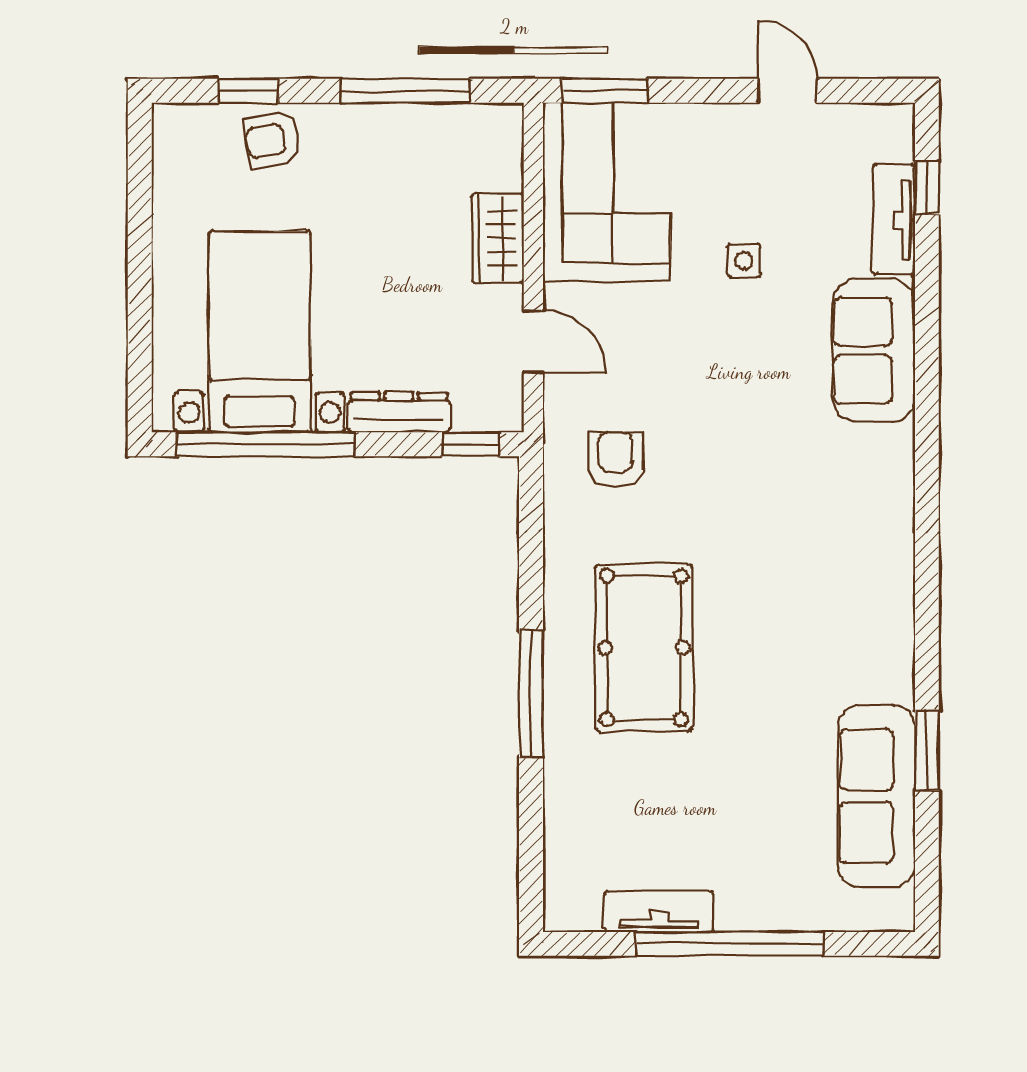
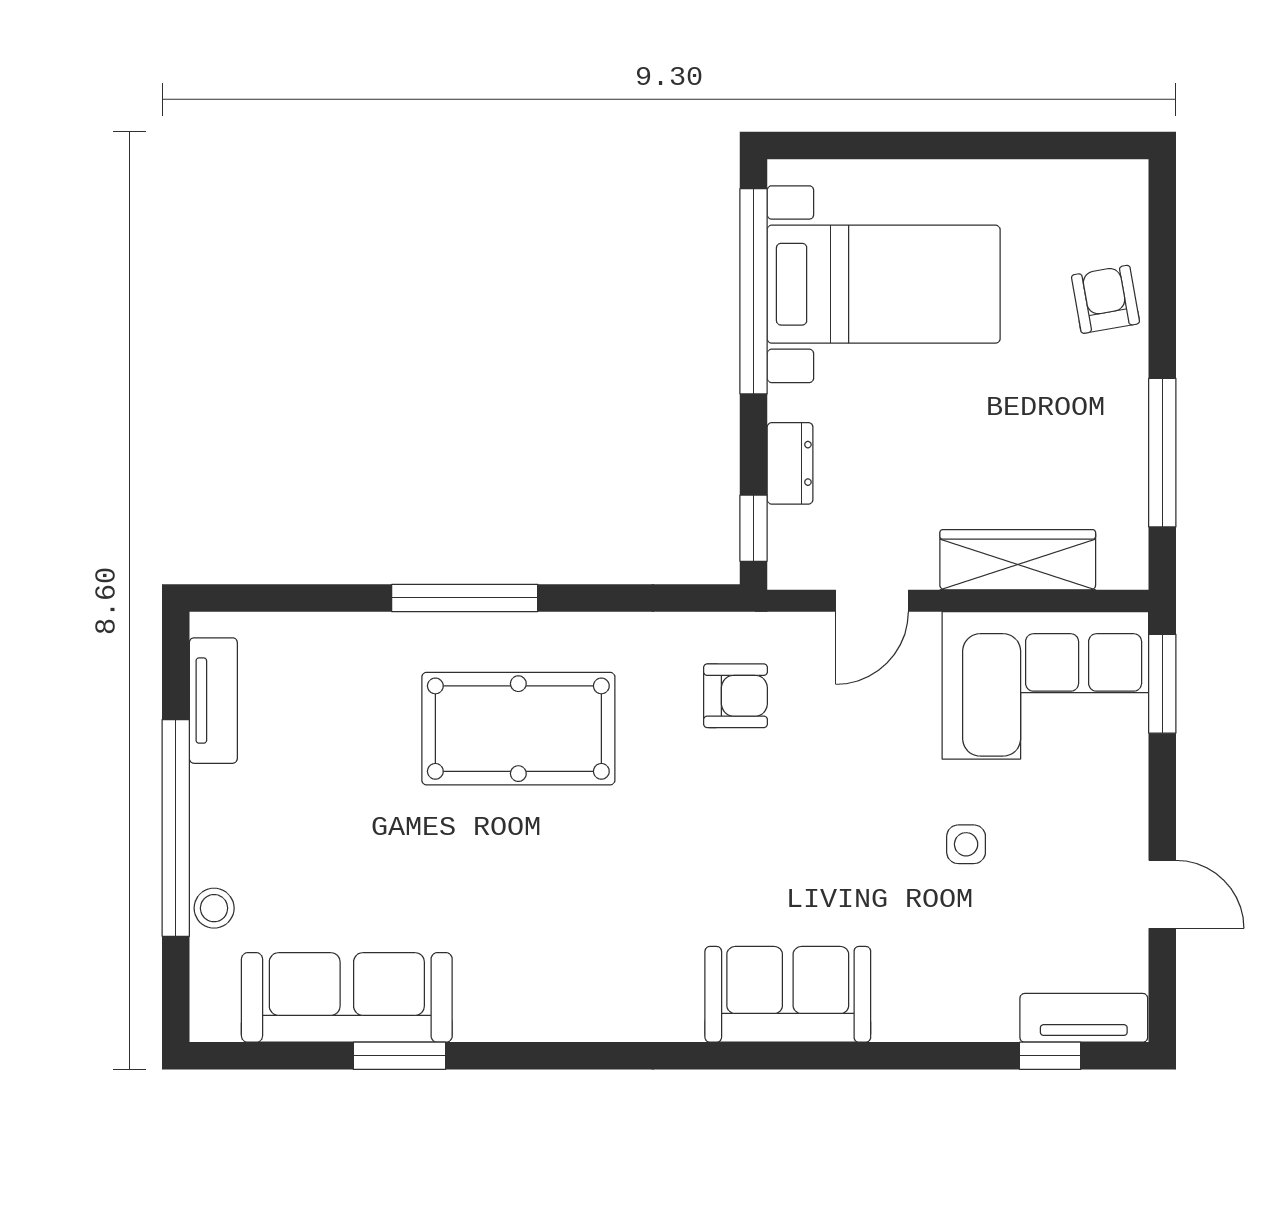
window: (248, 91) -> (1162, 271), removed
door: (787, 91) -> (1162, 894), hinge flipped
tv unit: (894, 220) -> (1084, 1018), moved
wardrobe: (498, 238) -> (1018, 560), width x1.50
sofa: (874, 350) -> (788, 994), moved
dresser: (399, 413) -> (790, 463), width x0.70
tv unit: (659, 911) -> (213, 701), moved
stool: (799, 911) -> (214, 908), added

